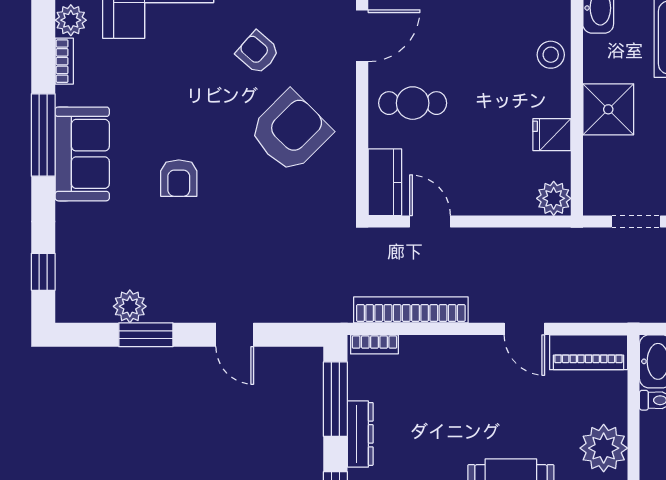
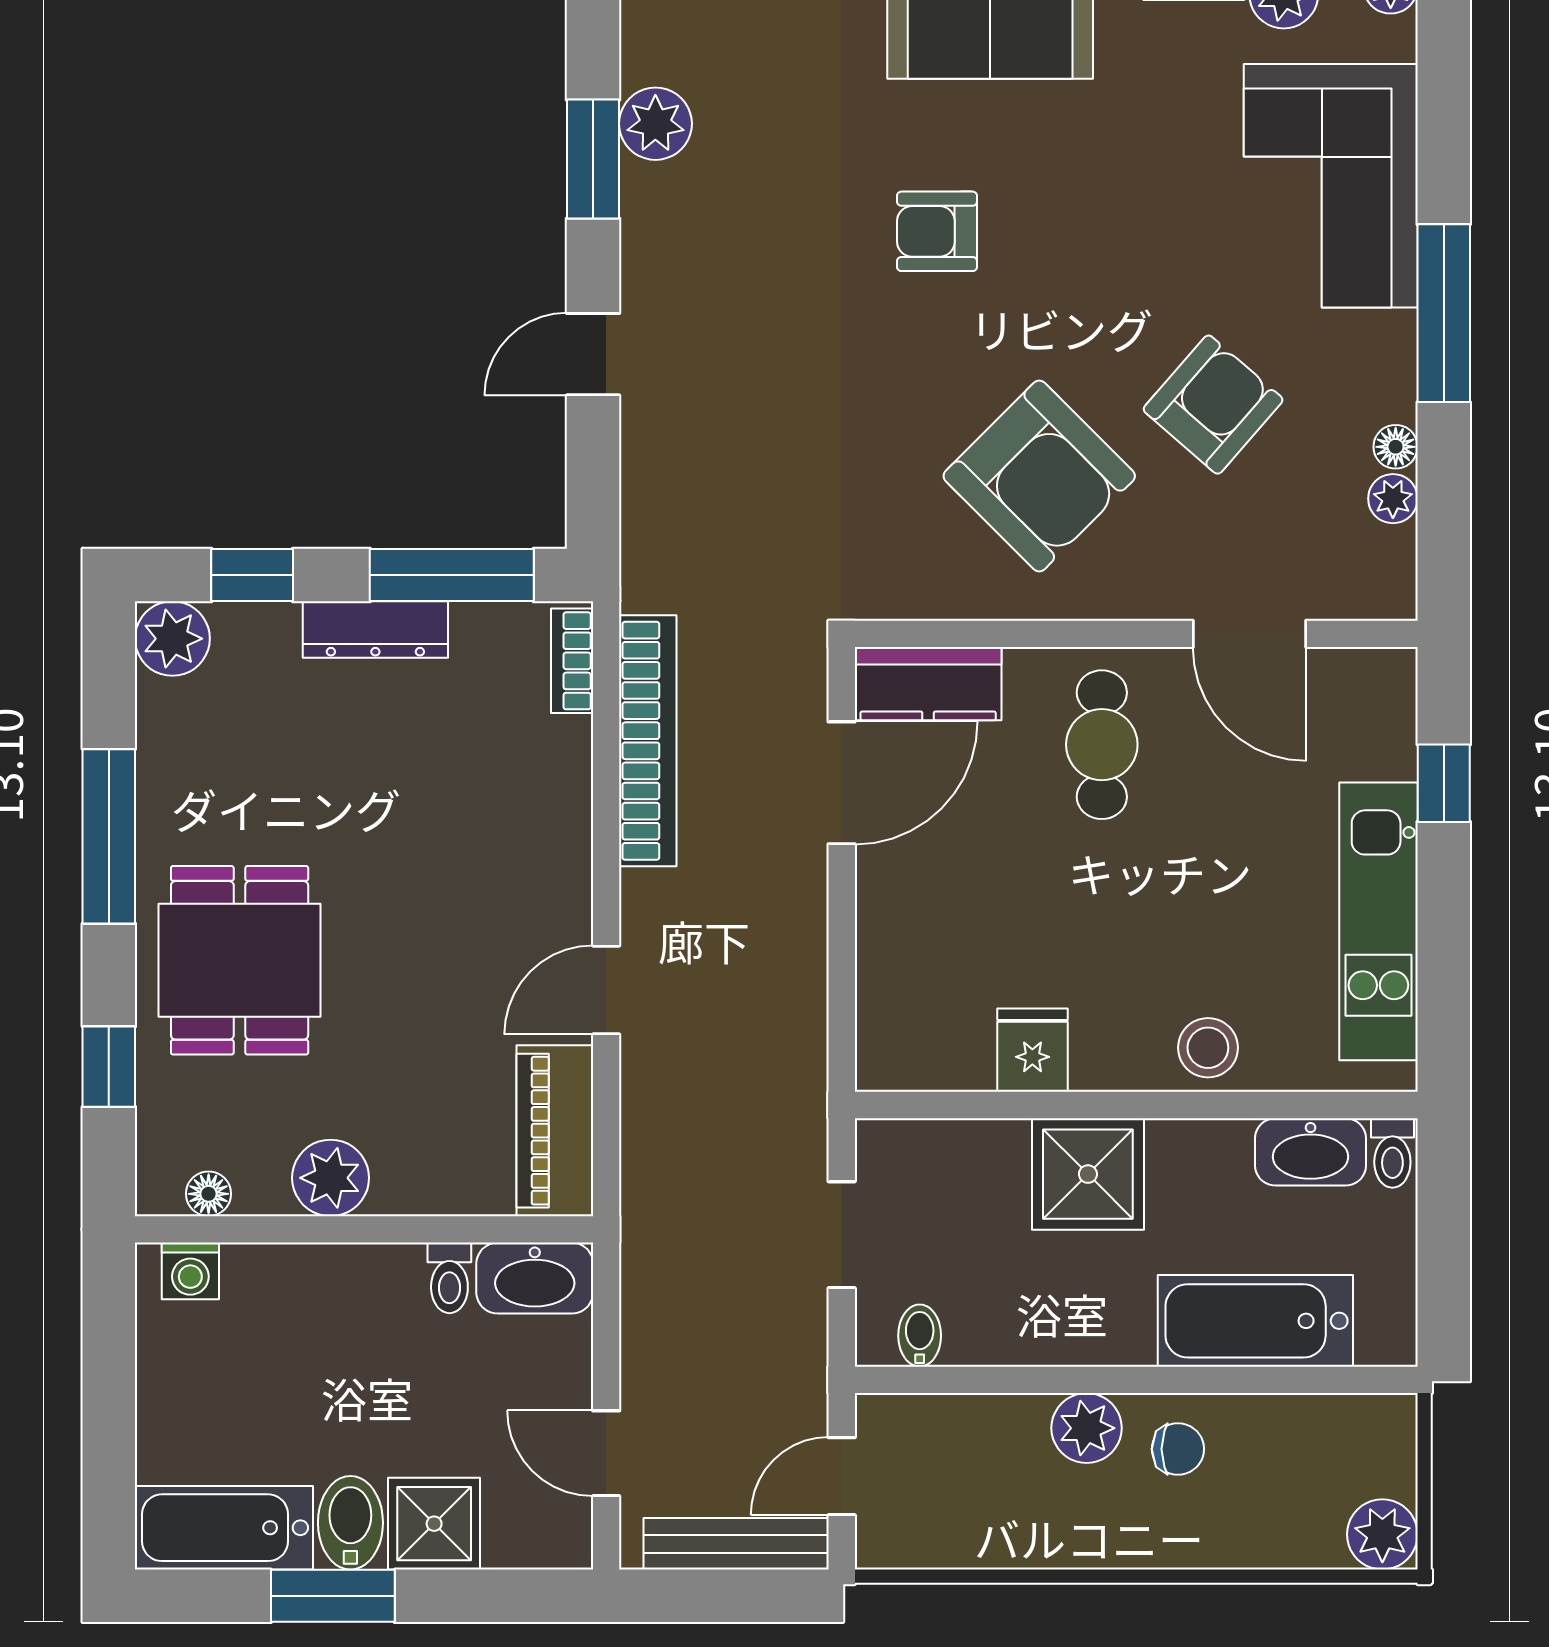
armchair: (258, 52) -> (1213, 405), width x1.38, depth x1.38
plant: (554, 198) -> (893, 1054), removed
door: (430, 222) -> (842, 783), width x1.38
plant: (604, 448) -> (331, 1178), width x0.73, depth x0.73

